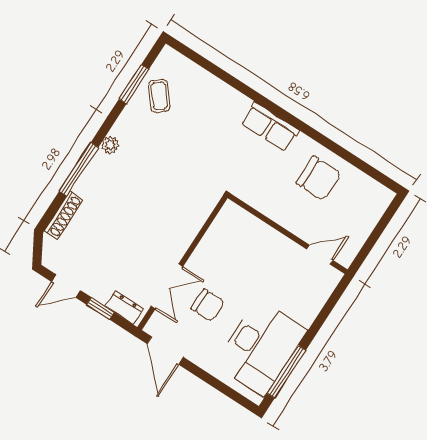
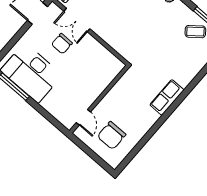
chair: (319, 178) -> (112, 135), moved

